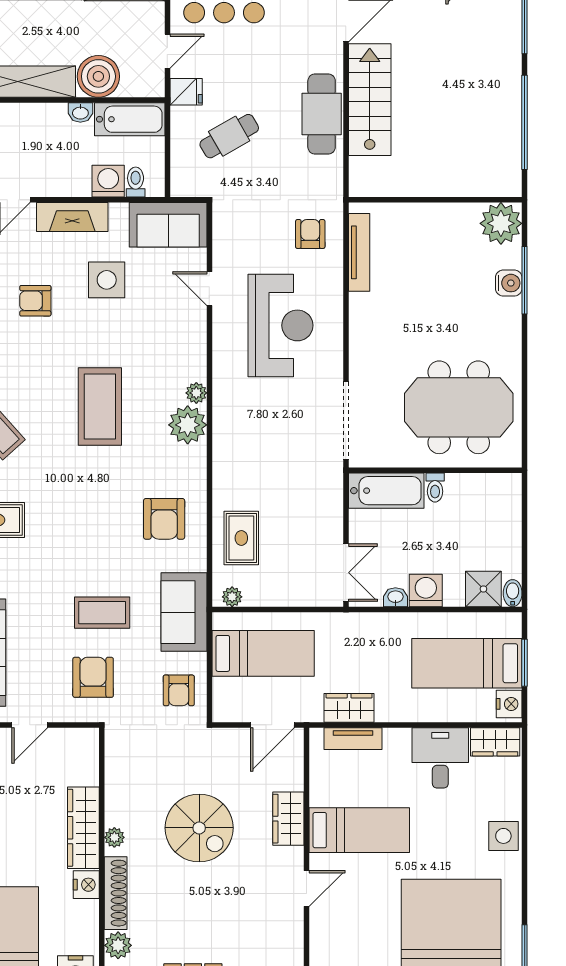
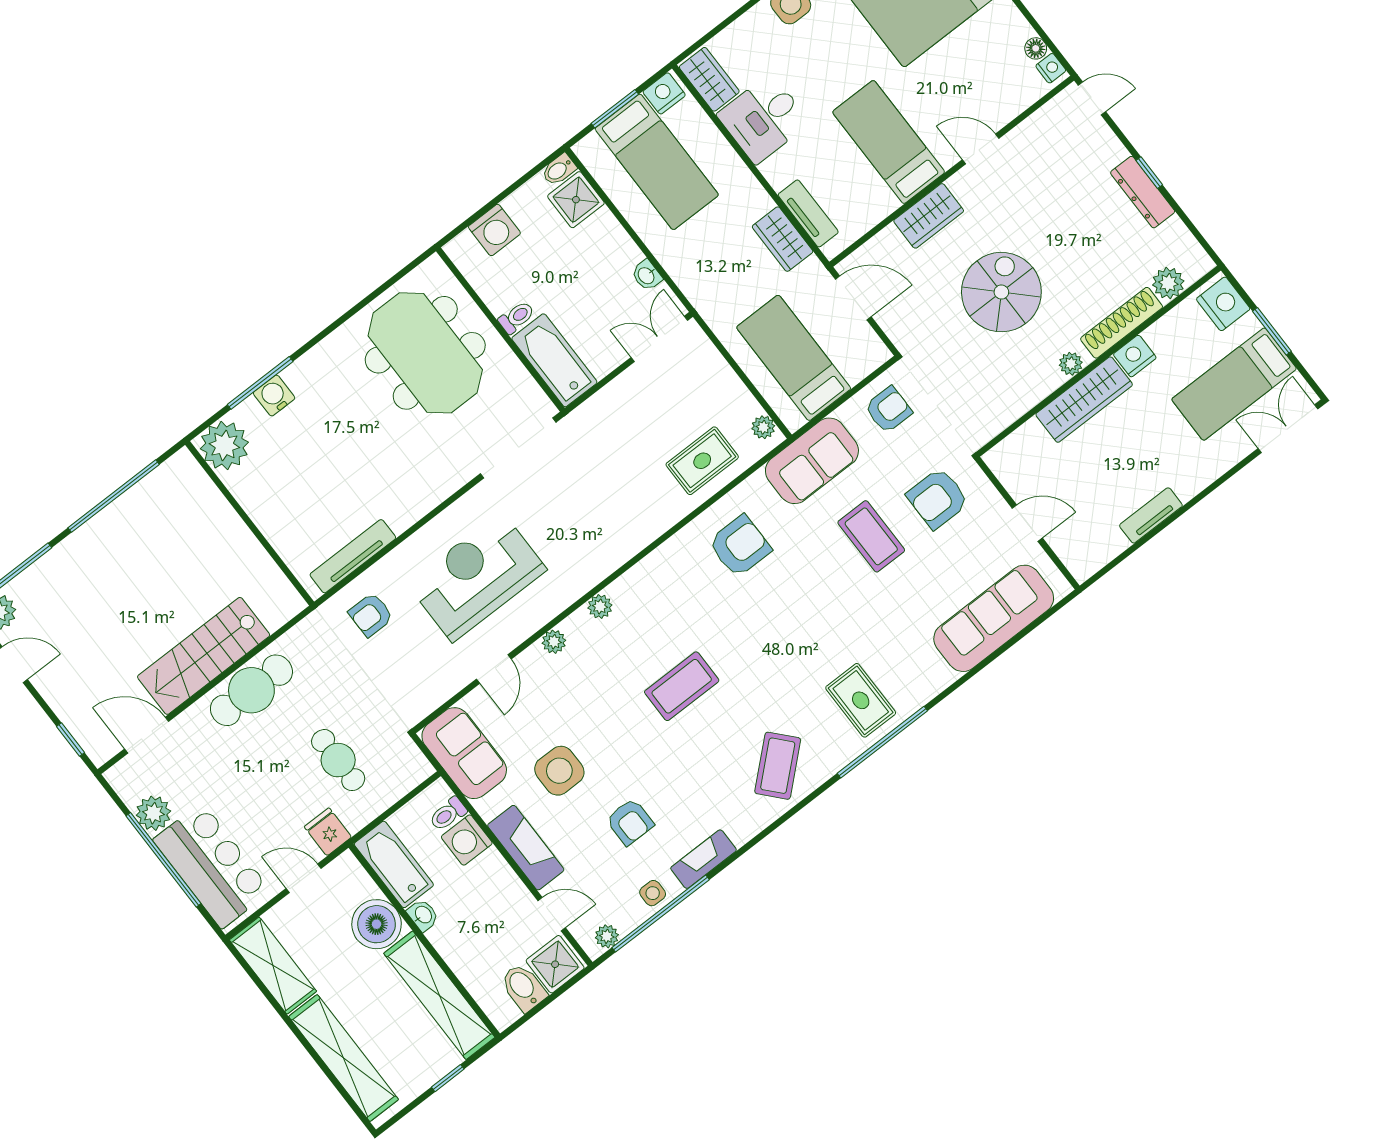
cafe table: (229, 136) -> (338, 760), turned 30
coffee table: (100, 407) -> (682, 686), width x0.73, depth x0.76
plant: (188, 425) -> (554, 642), moved, width x0.53, depth x0.53
washing machine: (426, 590) -> (494, 230), moved, turned -90

